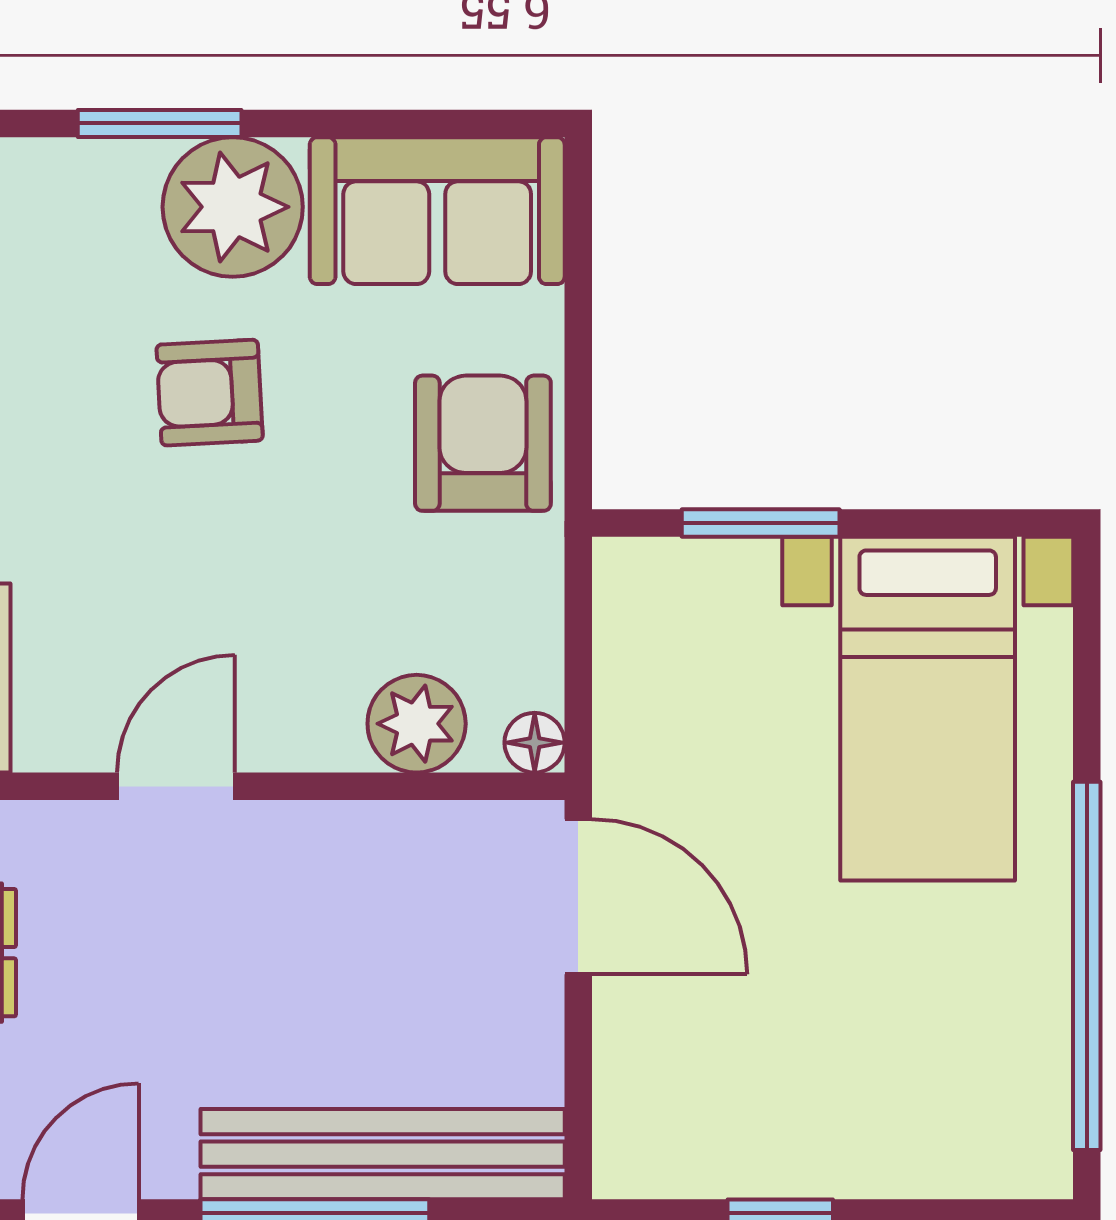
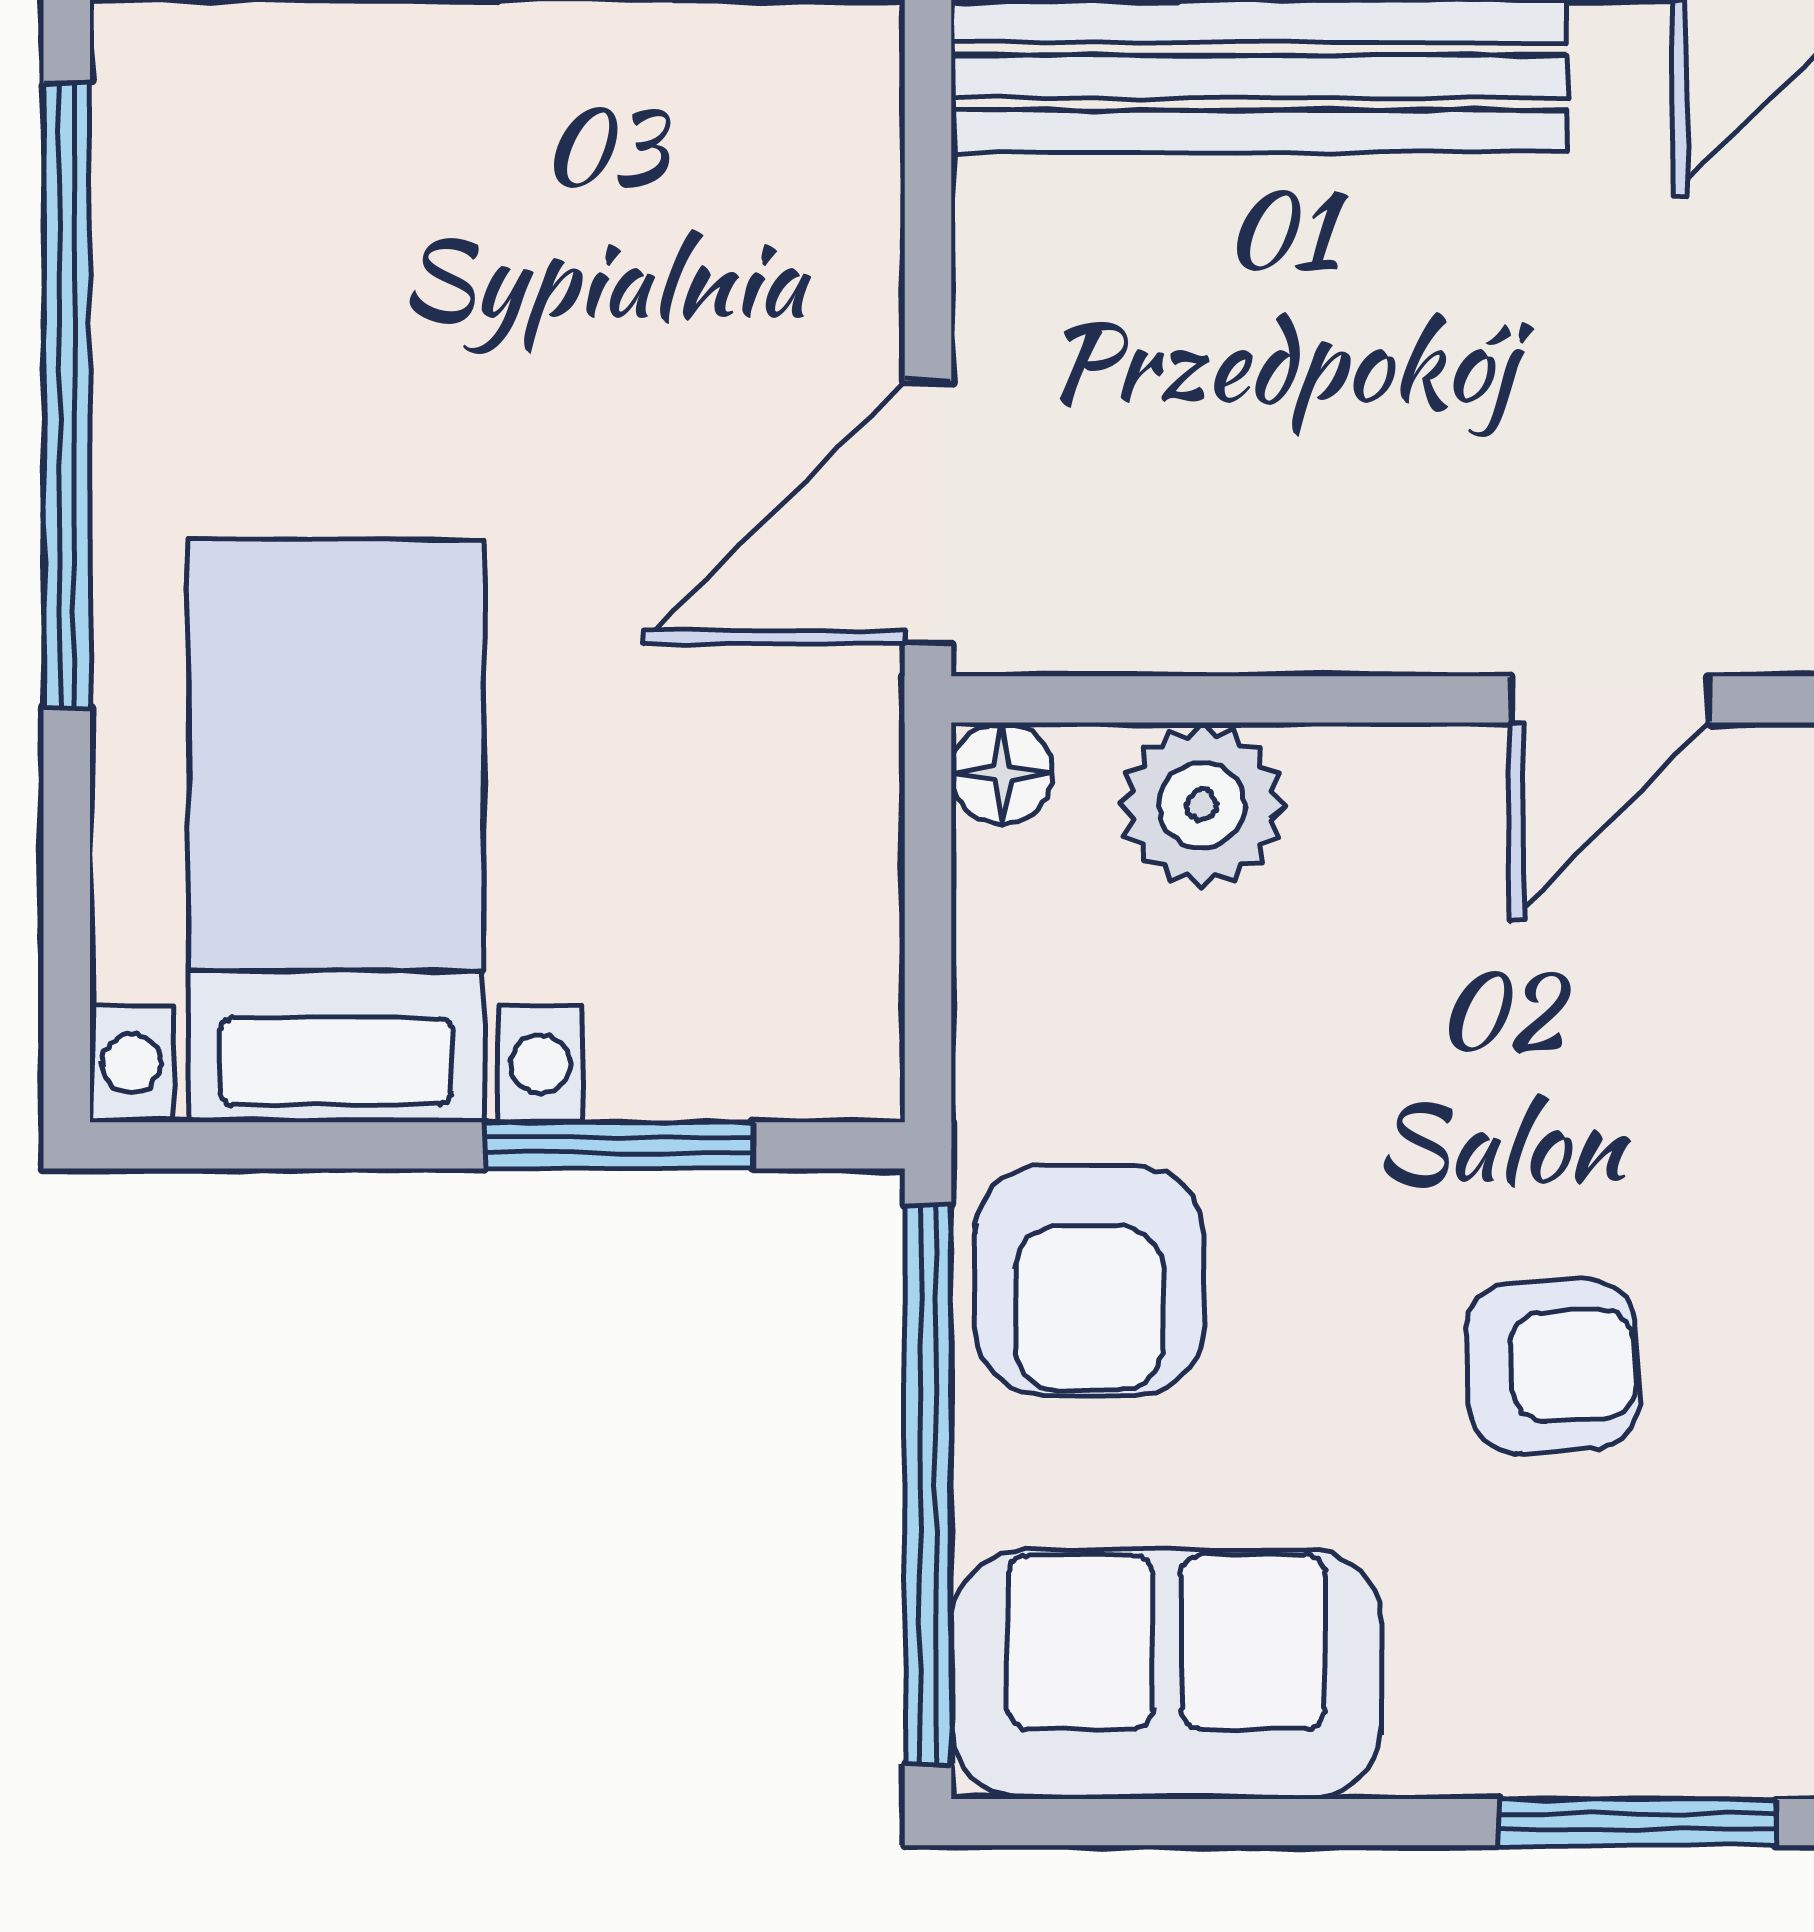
plant: (233, 207) -> (1513, 1681), removed
window: (578, 323) -> (928, 1485), added
door: (578, 897) -> (928, 512), hinge flipped

